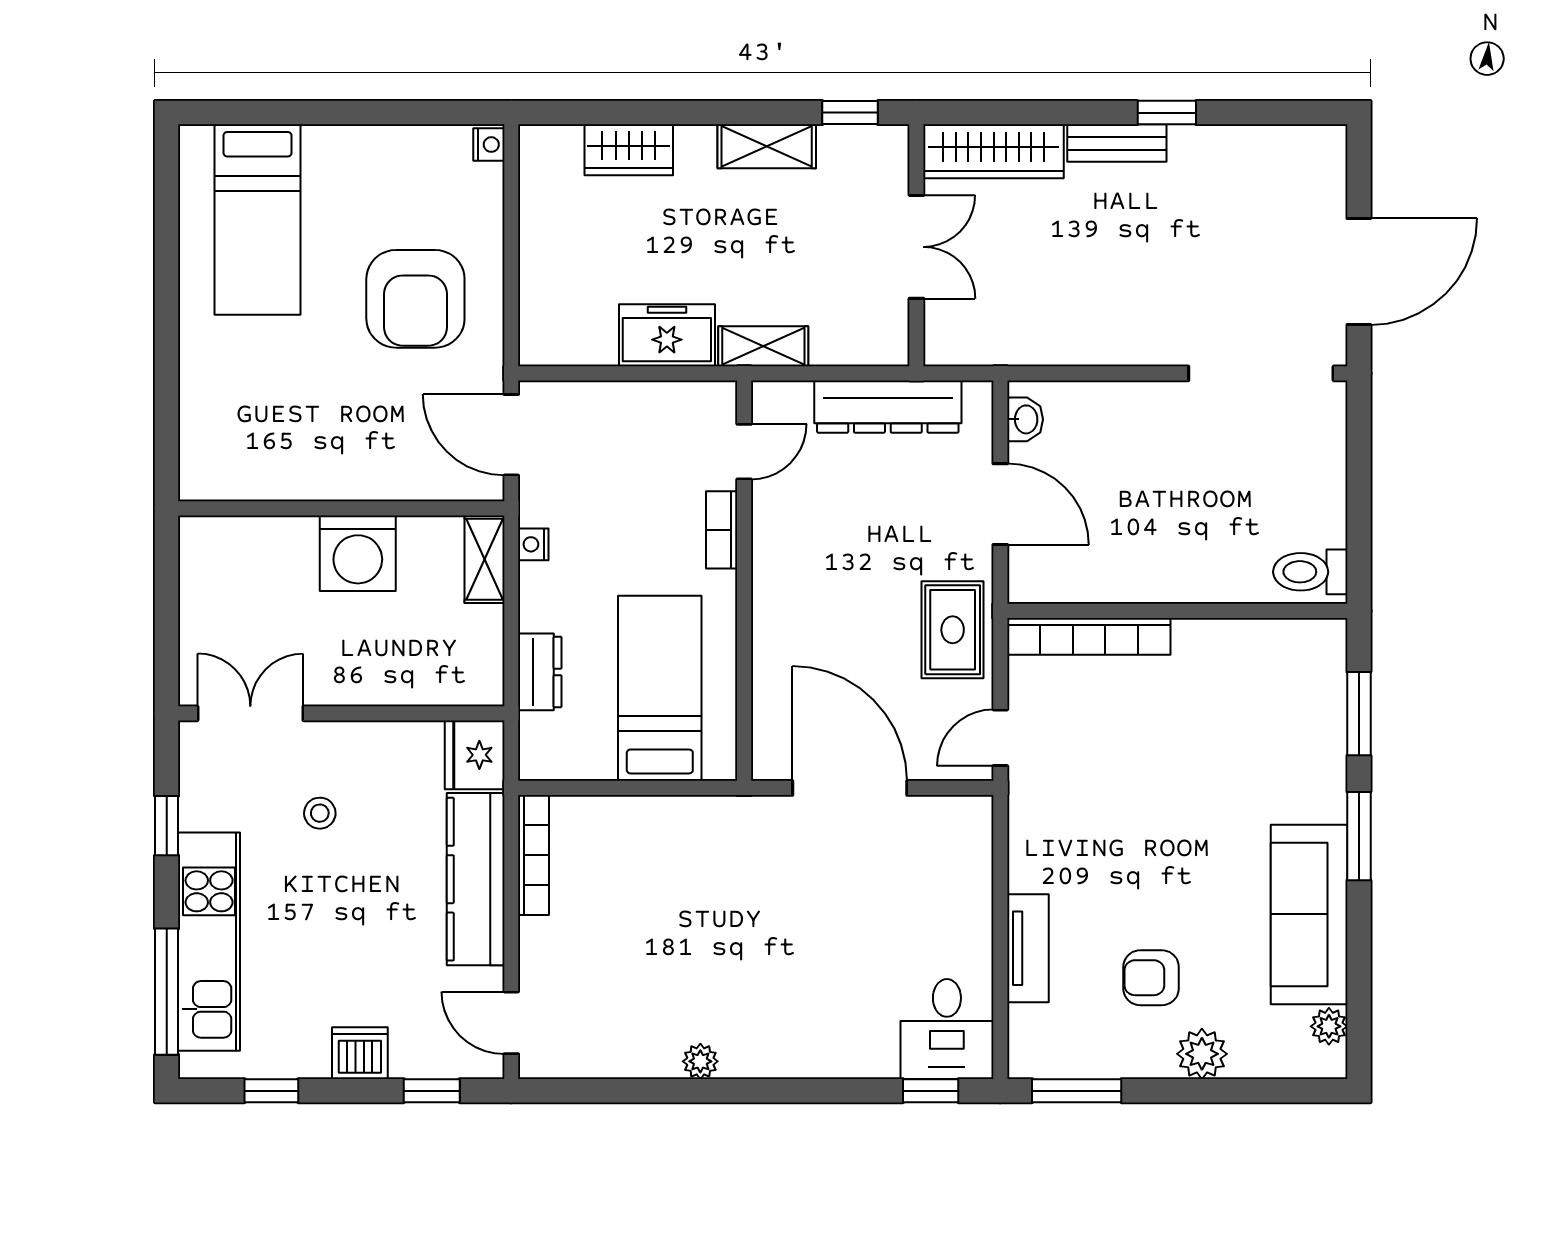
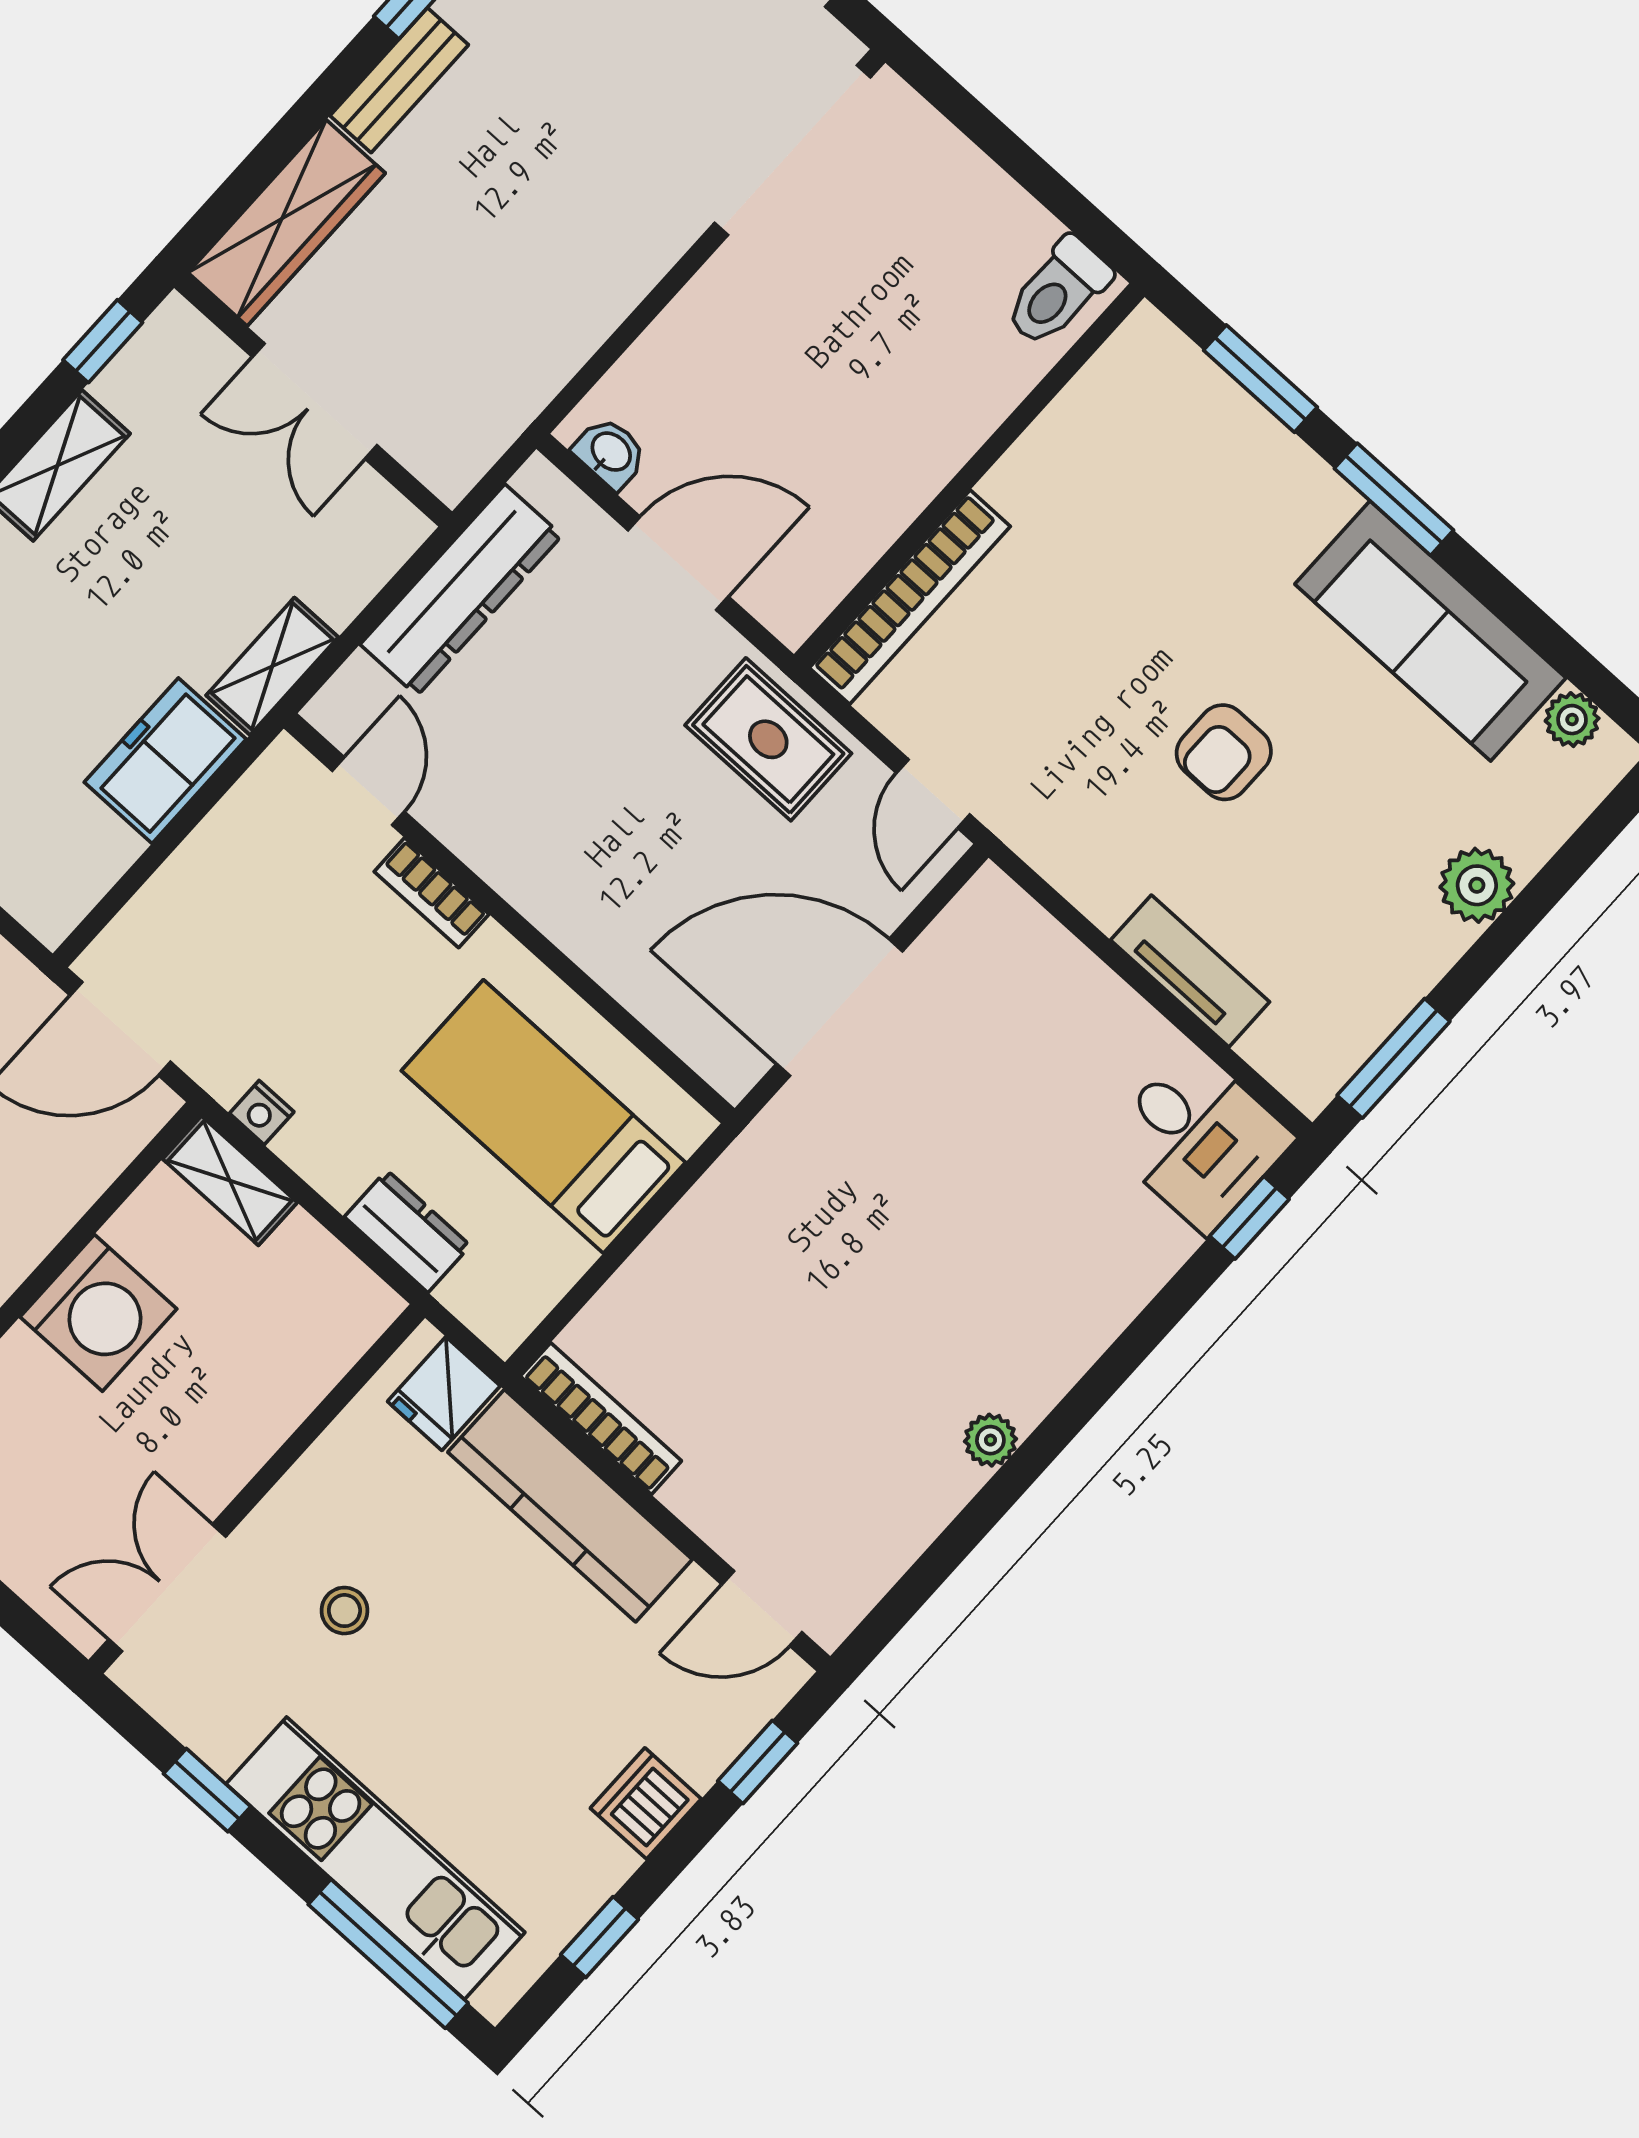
double door: (916, 247) -> (315, 401), swing flipped
fridge: (475, 755) -> (444, 1394), width x0.72
armchair: (1151, 978) -> (1224, 752), moved

